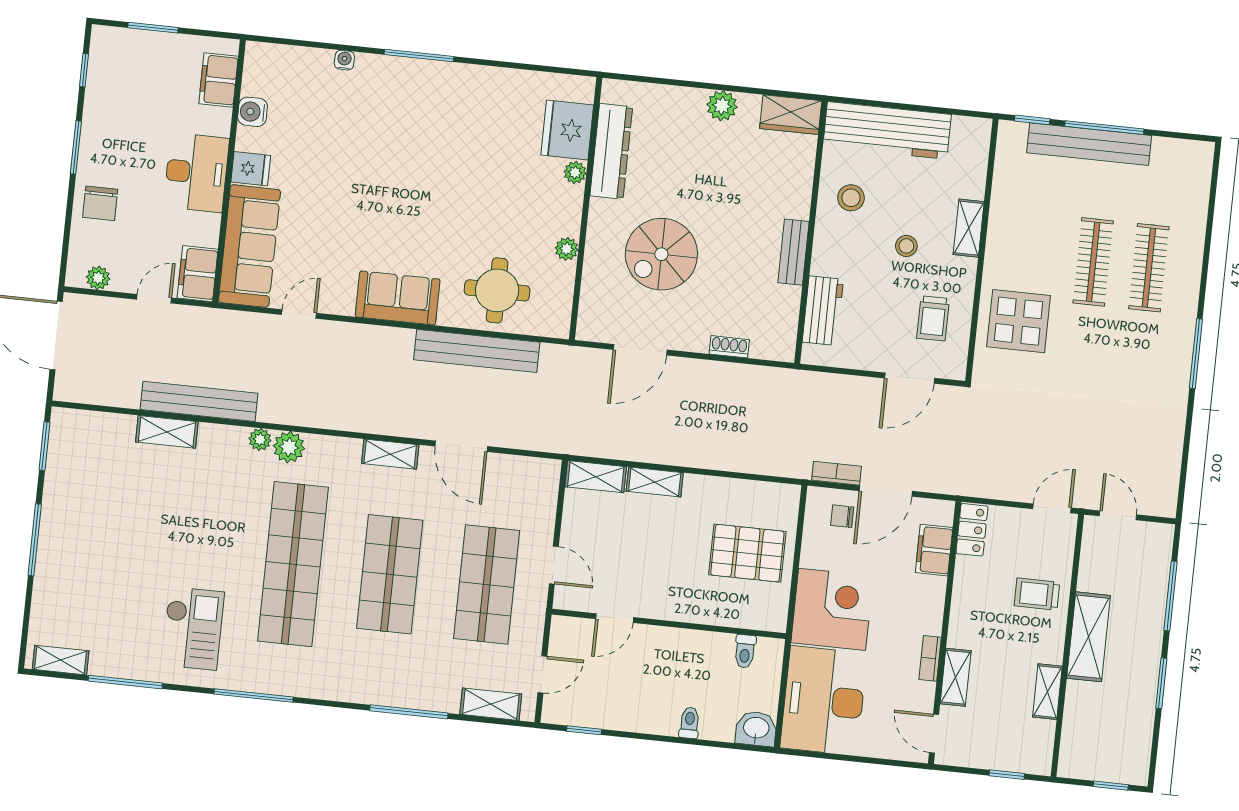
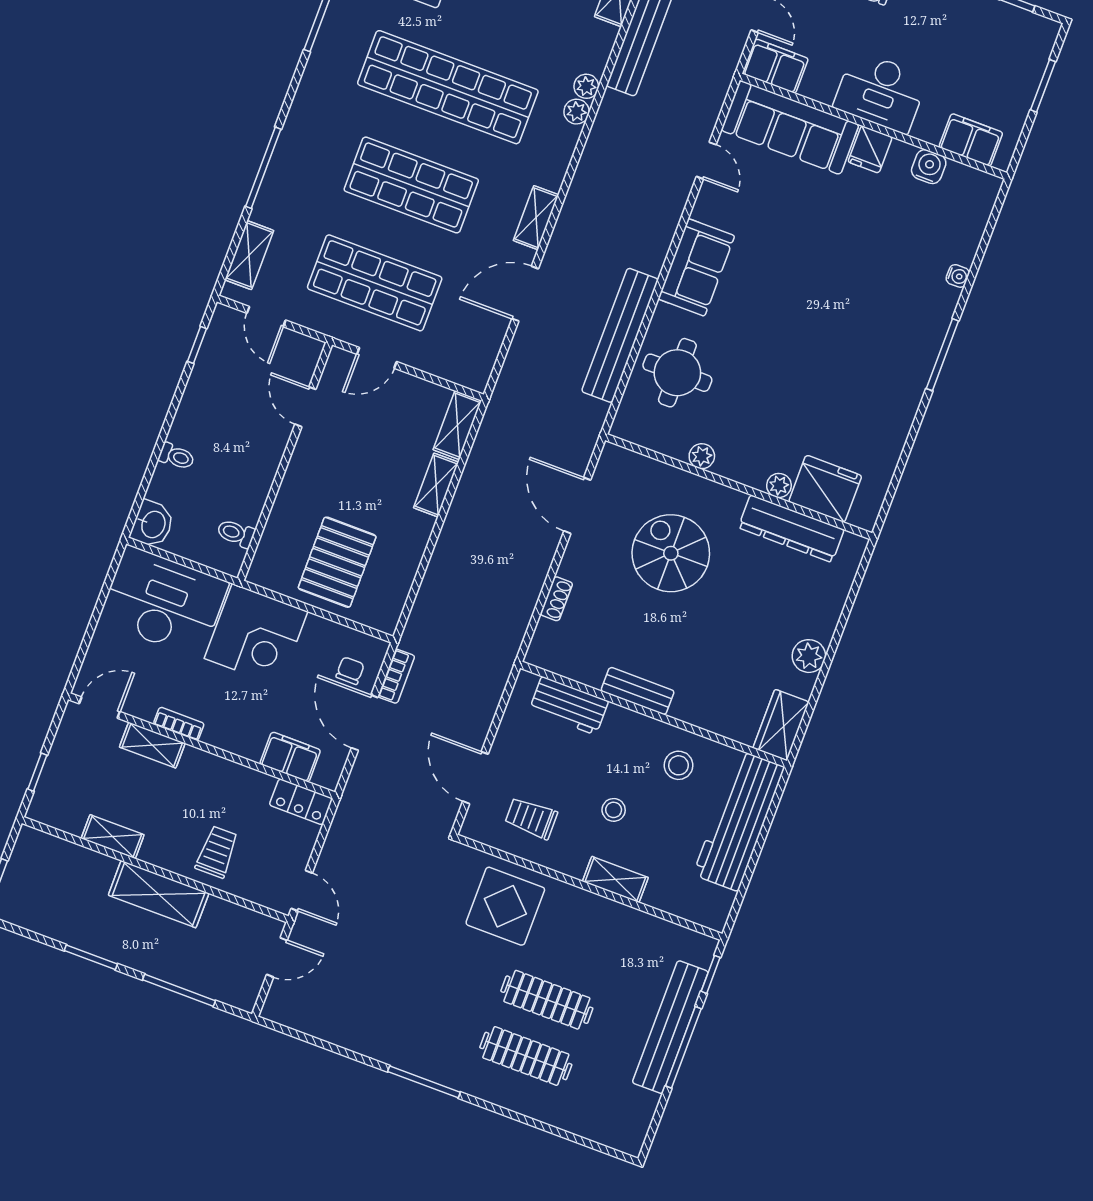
plant: (289, 447) -> (577, 112), width x0.73, depth x0.73

